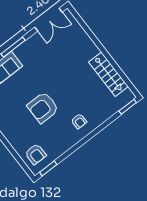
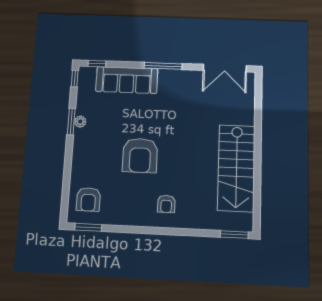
stairs: (108, 74) -> (236, 168), width x1.36, depth x1.51
armchair: (43, 107) -> (140, 155), turned -90

